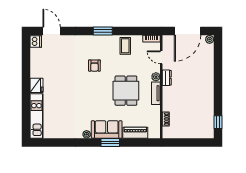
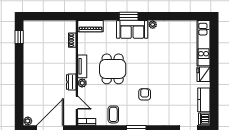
kitchen counter: (36, 60) -> (204, 100), added
piano: (135, 133) -> (91, 26), moved

